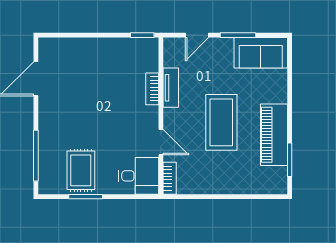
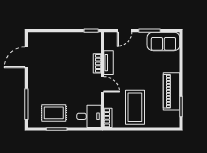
coffee table: (221, 122) -> (135, 107), moved
door: (161, 142) -> (103, 84), moved
rug: (81, 170) -> (54, 113), turned 90

